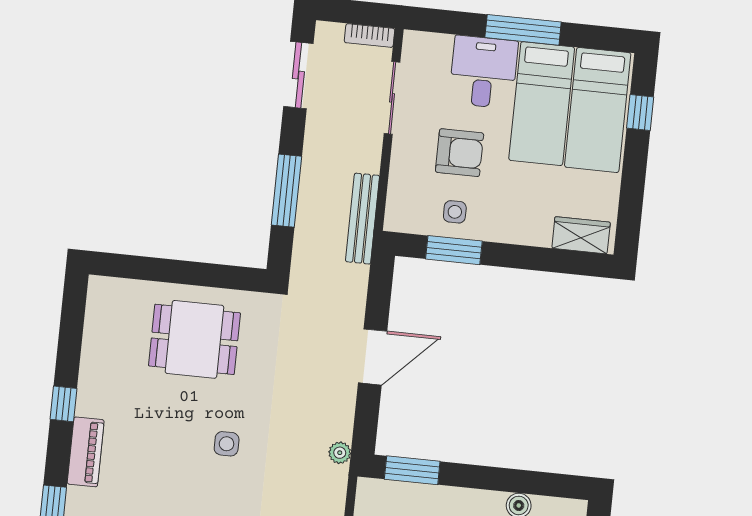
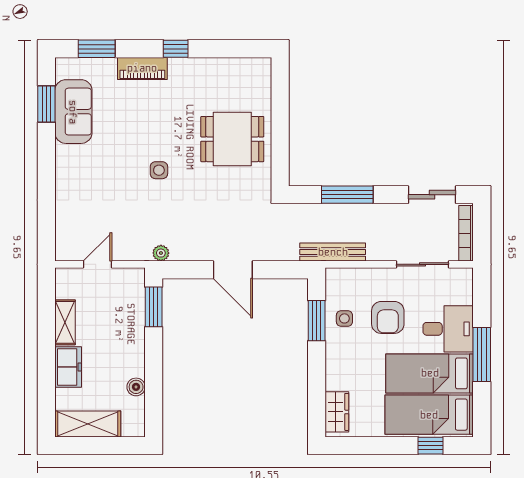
bookcase: (370, 36) -> (466, 233), width x1.56
dining table: (194, 339) -> (232, 139), turned 90

